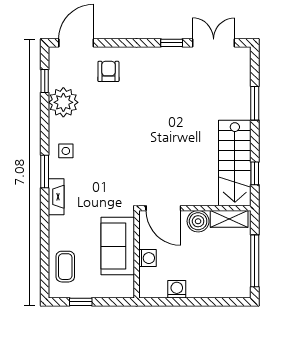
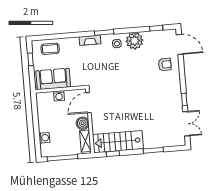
plant: (63, 102) -> (135, 41), moved
sofa: (118, 246) -> (53, 79), moved
washing machine: (177, 289) -> (44, 138), moved

